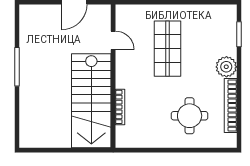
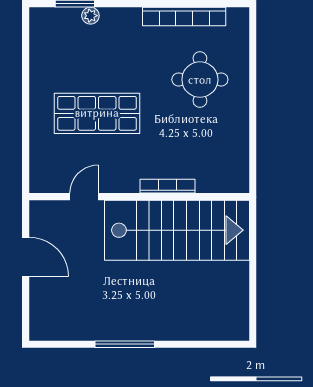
plant: (226, 67) -> (90, 16), moved, width x0.53, depth x0.53
bookcase: (120, 107) -> (168, 186), moved

